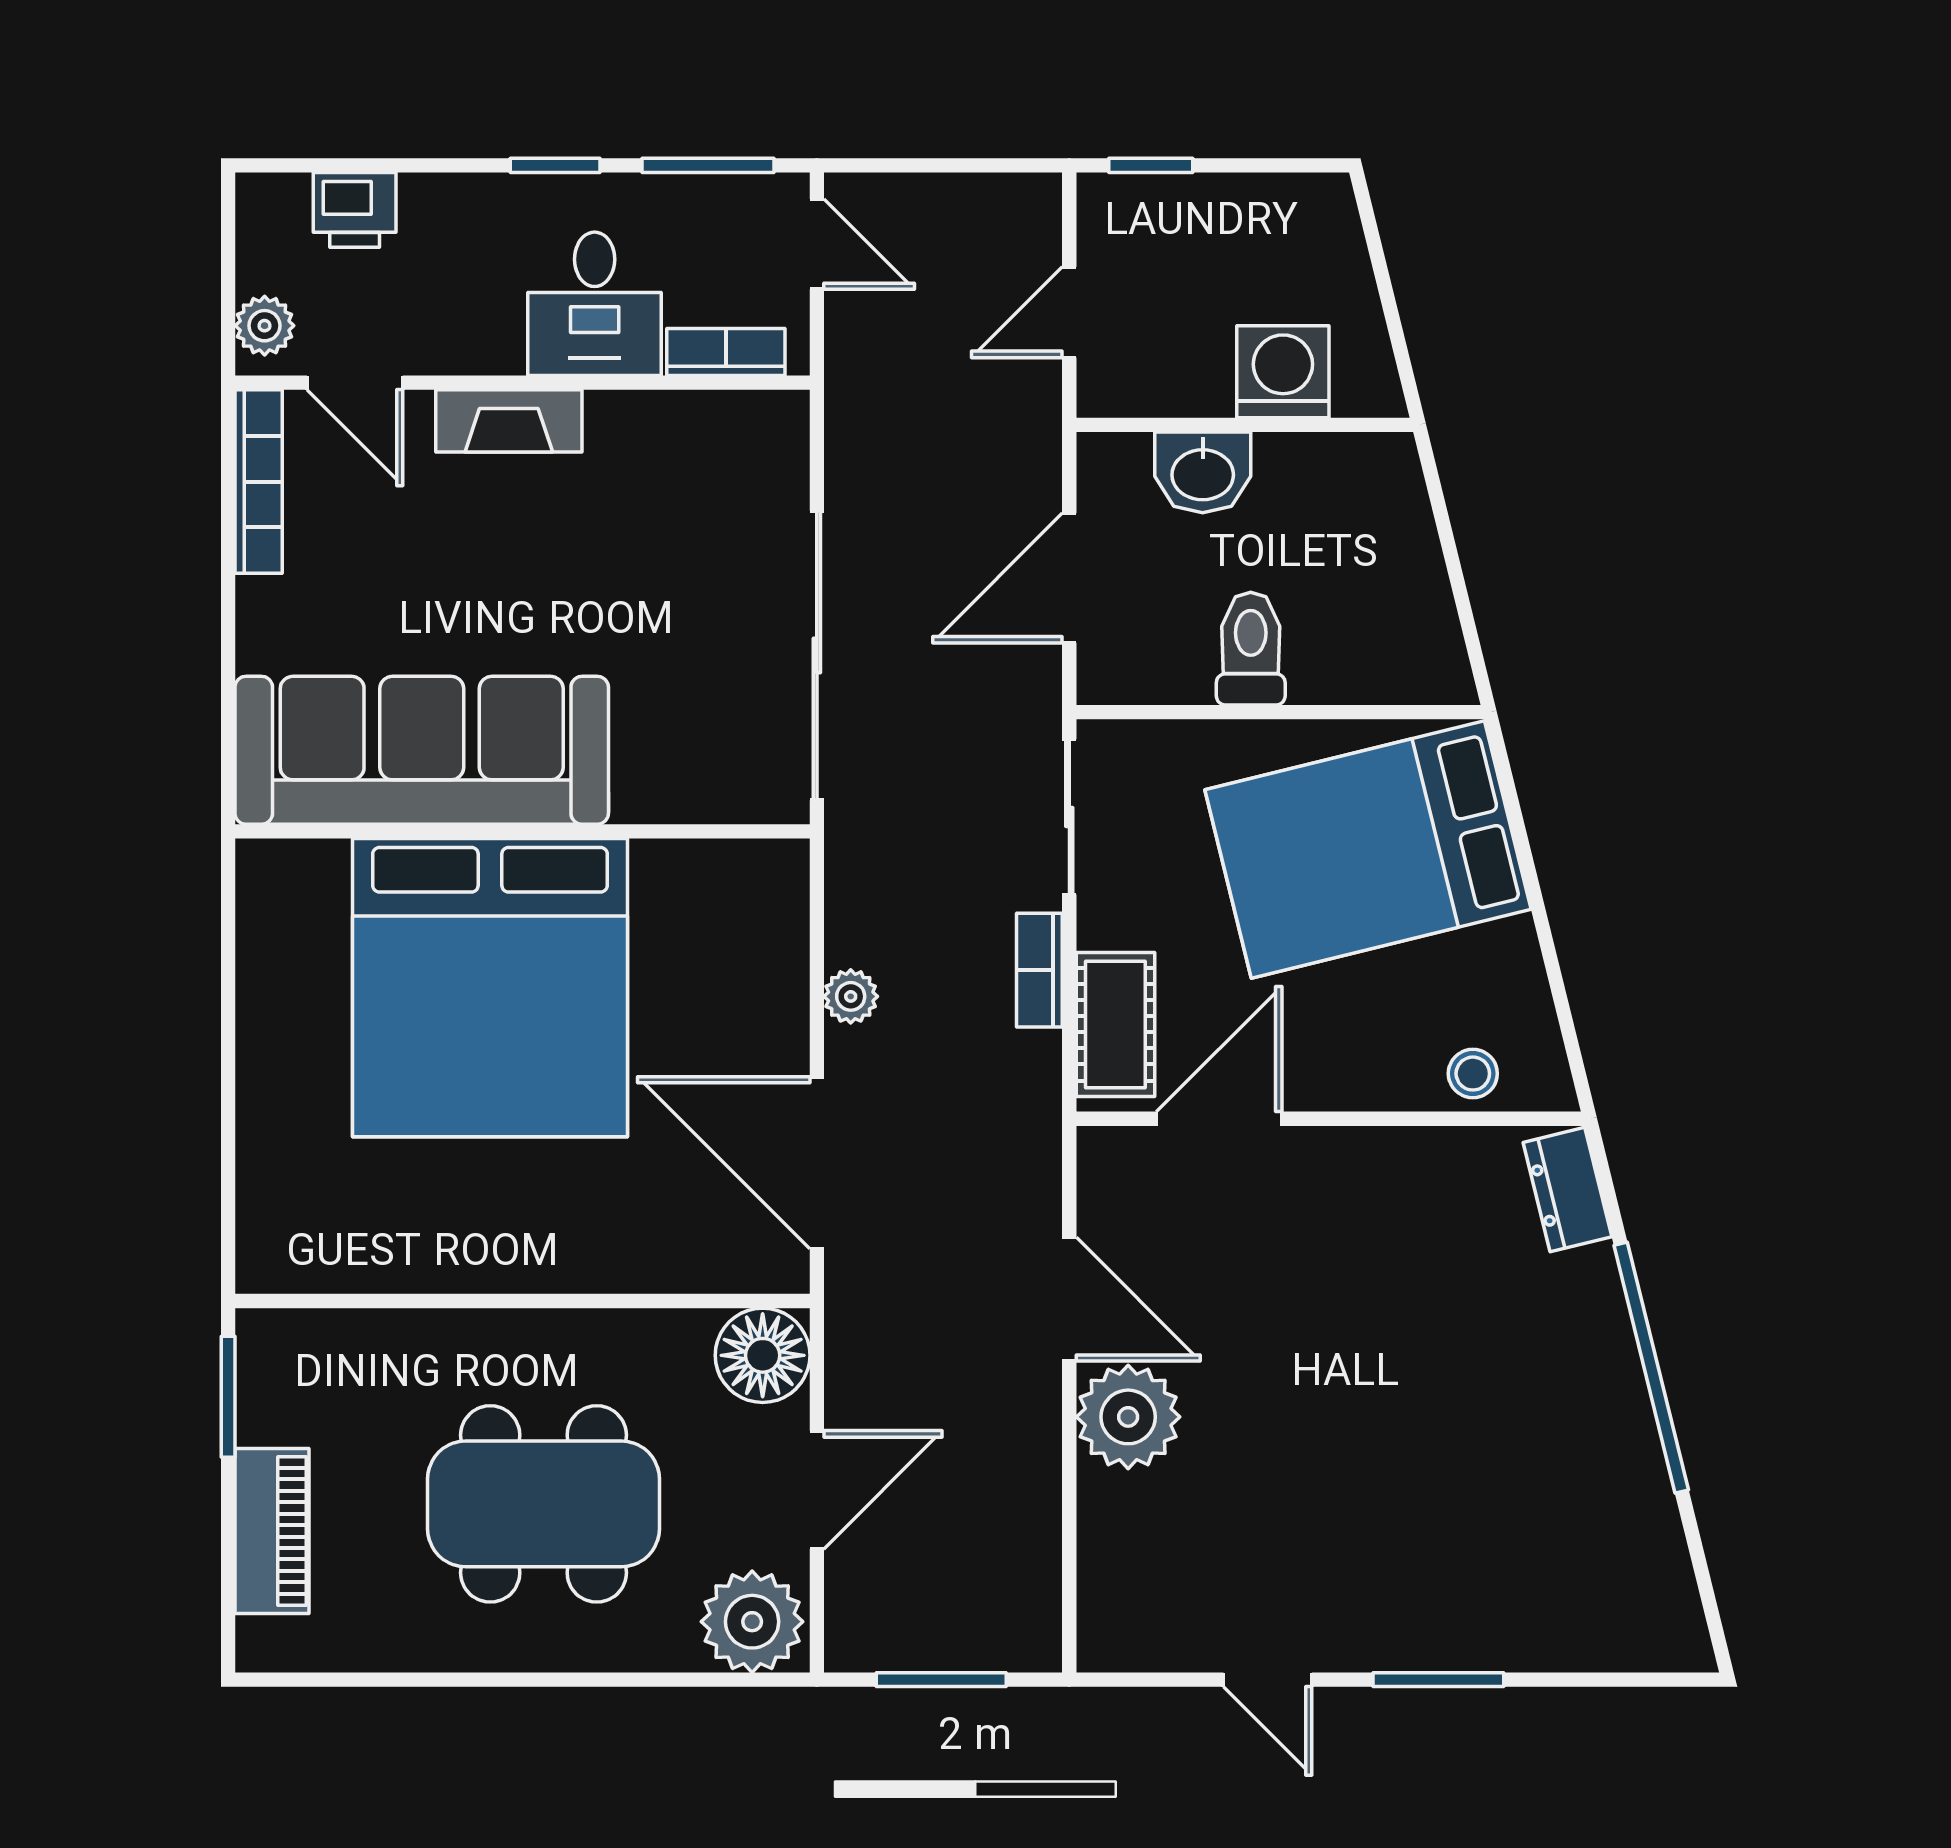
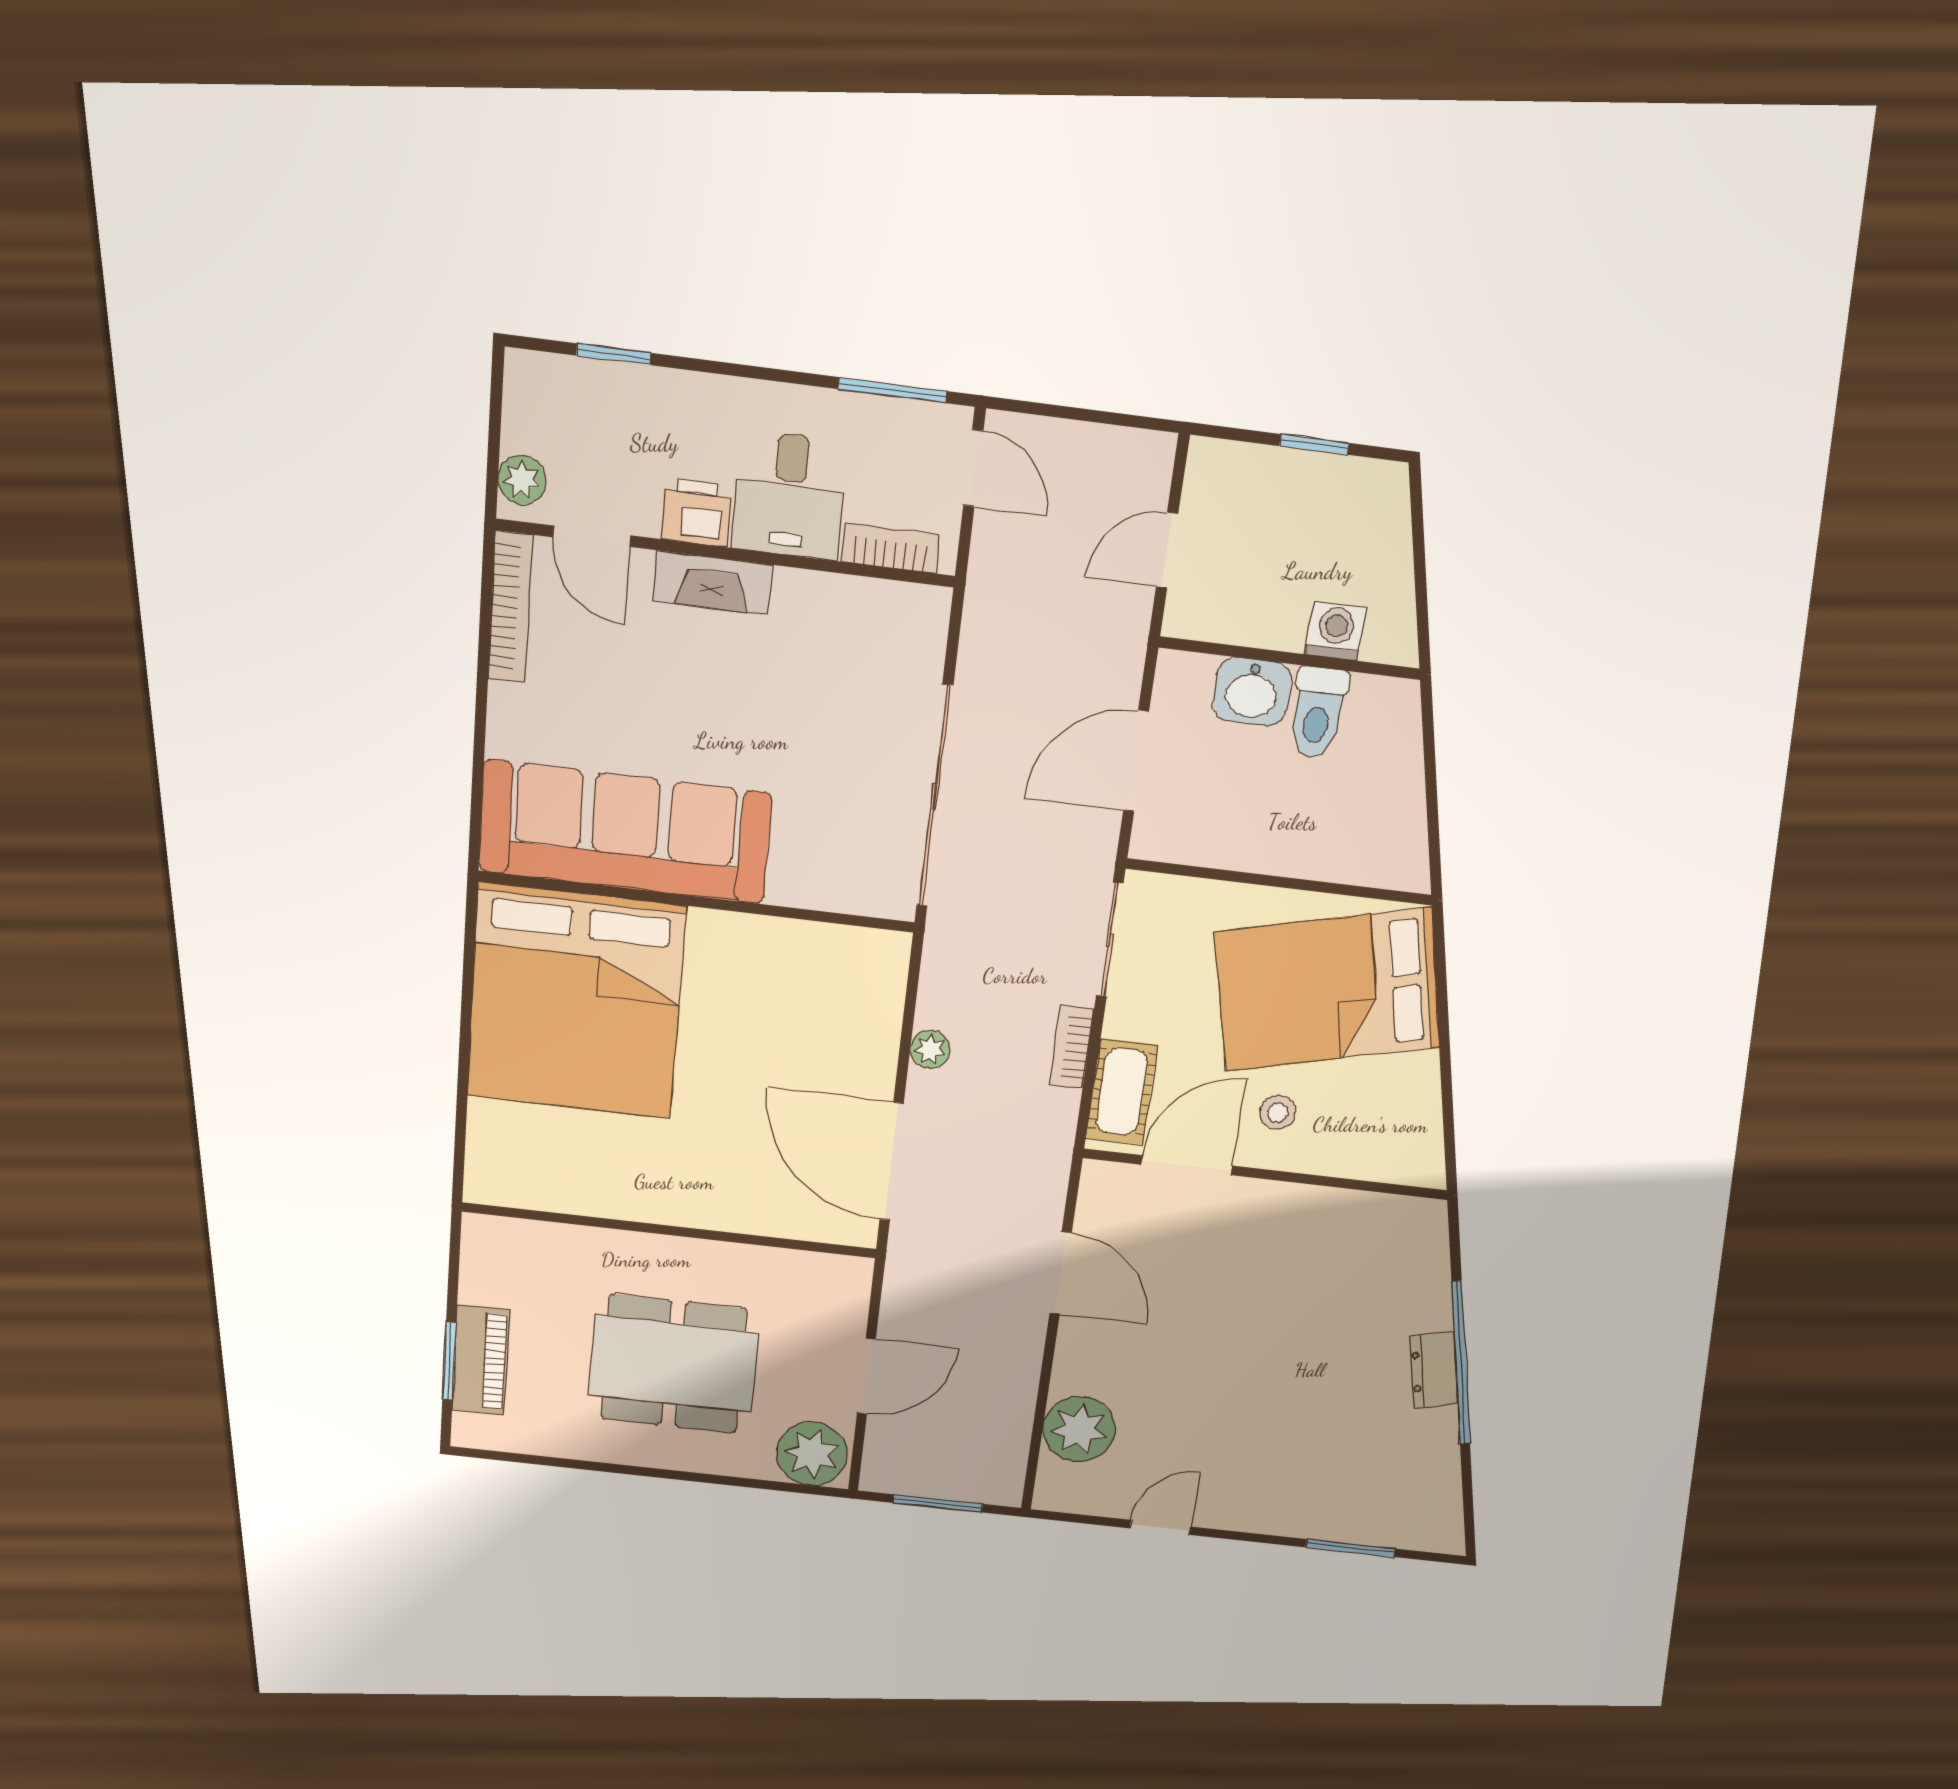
window: (555, 165) -> (614, 354), moved
window: (1151, 165) -> (1314, 444), moved
printer: (355, 210) -> (696, 512), moved, turned 180
washing machine: (1283, 372) -> (1336, 631), width x0.73, depth x0.73
toilet: (1251, 649) -> (1317, 713), moved, turned 180
bed: (490, 988) -> (576, 1002), moved
stool: (1473, 1074) -> (1278, 1113), moved
dresser: (1567, 1190) -> (1434, 1370), moved
floor lamp: (763, 1355) -> (838, 1285), removed
window: (228, 1397) -> (449, 1361), moved
plant: (1128, 1417) -> (1079, 1429), moved
door: (1268, 1680) -> (1160, 1527), swing flipped
window: (1438, 1680) -> (1350, 1548), moved

